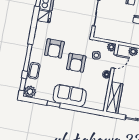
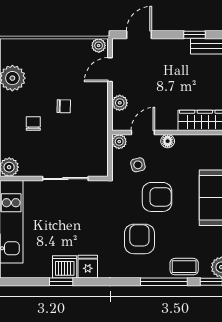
armchair: (54, 48) -> (139, 239), turned -90
door: (114, 61) -> (143, 132), hinge flipped

